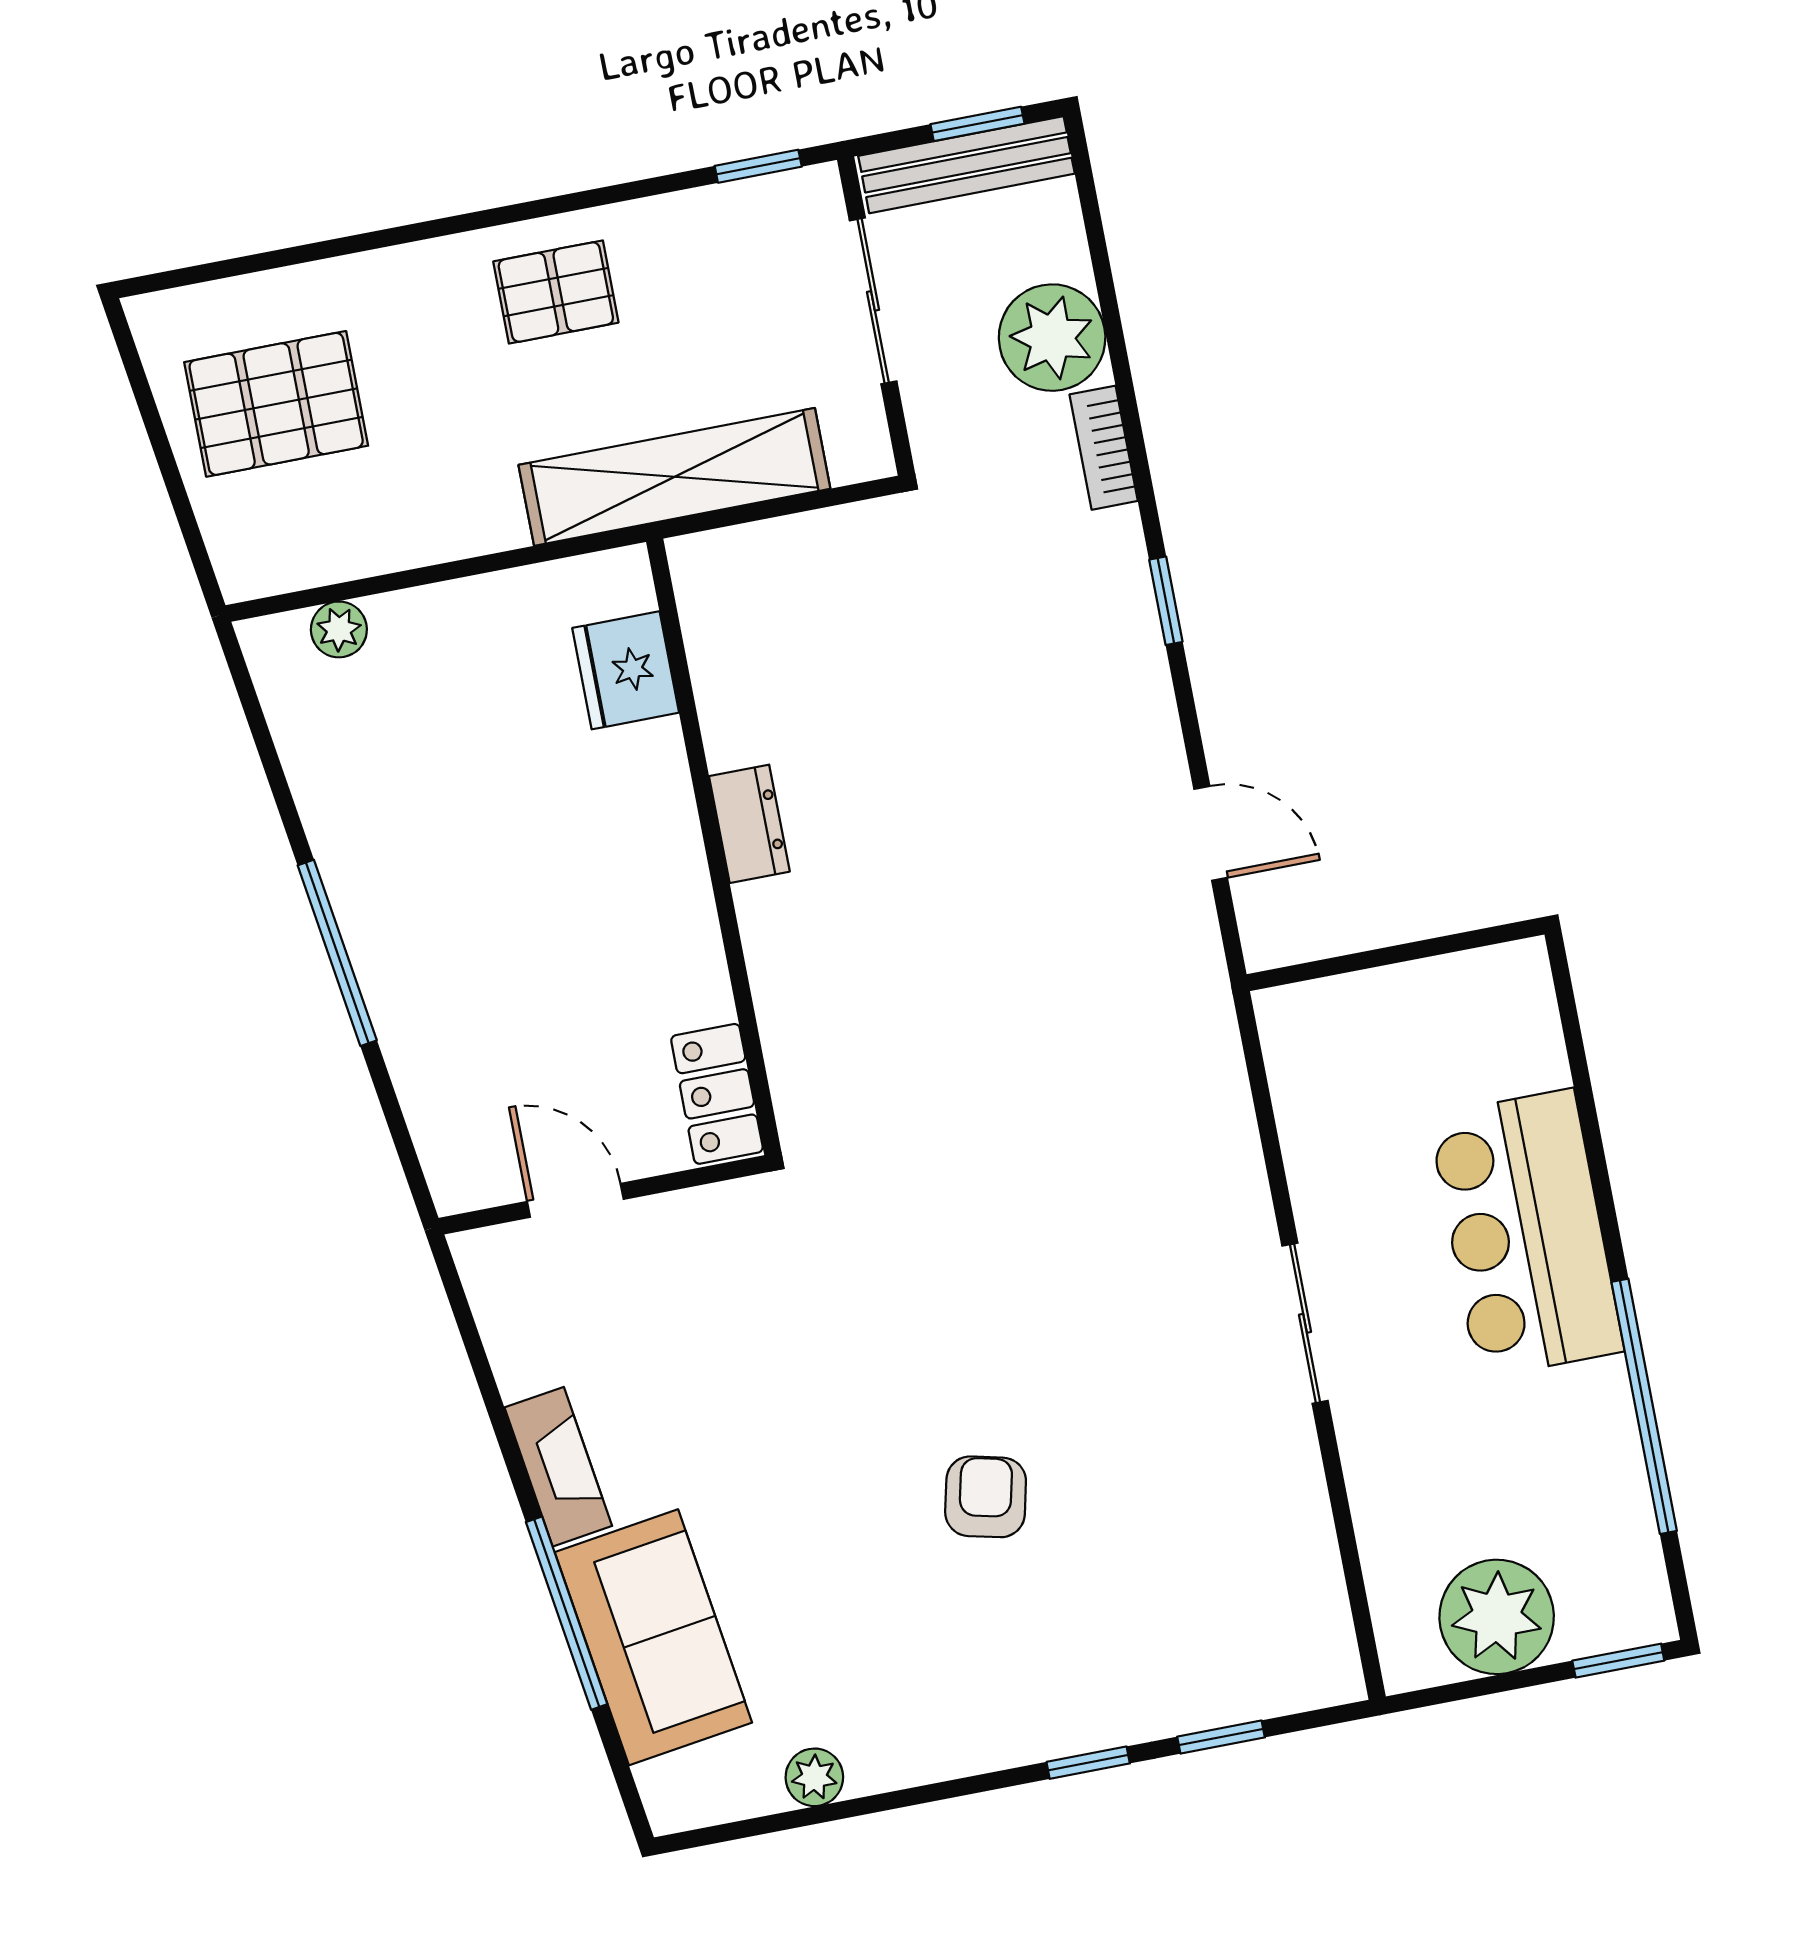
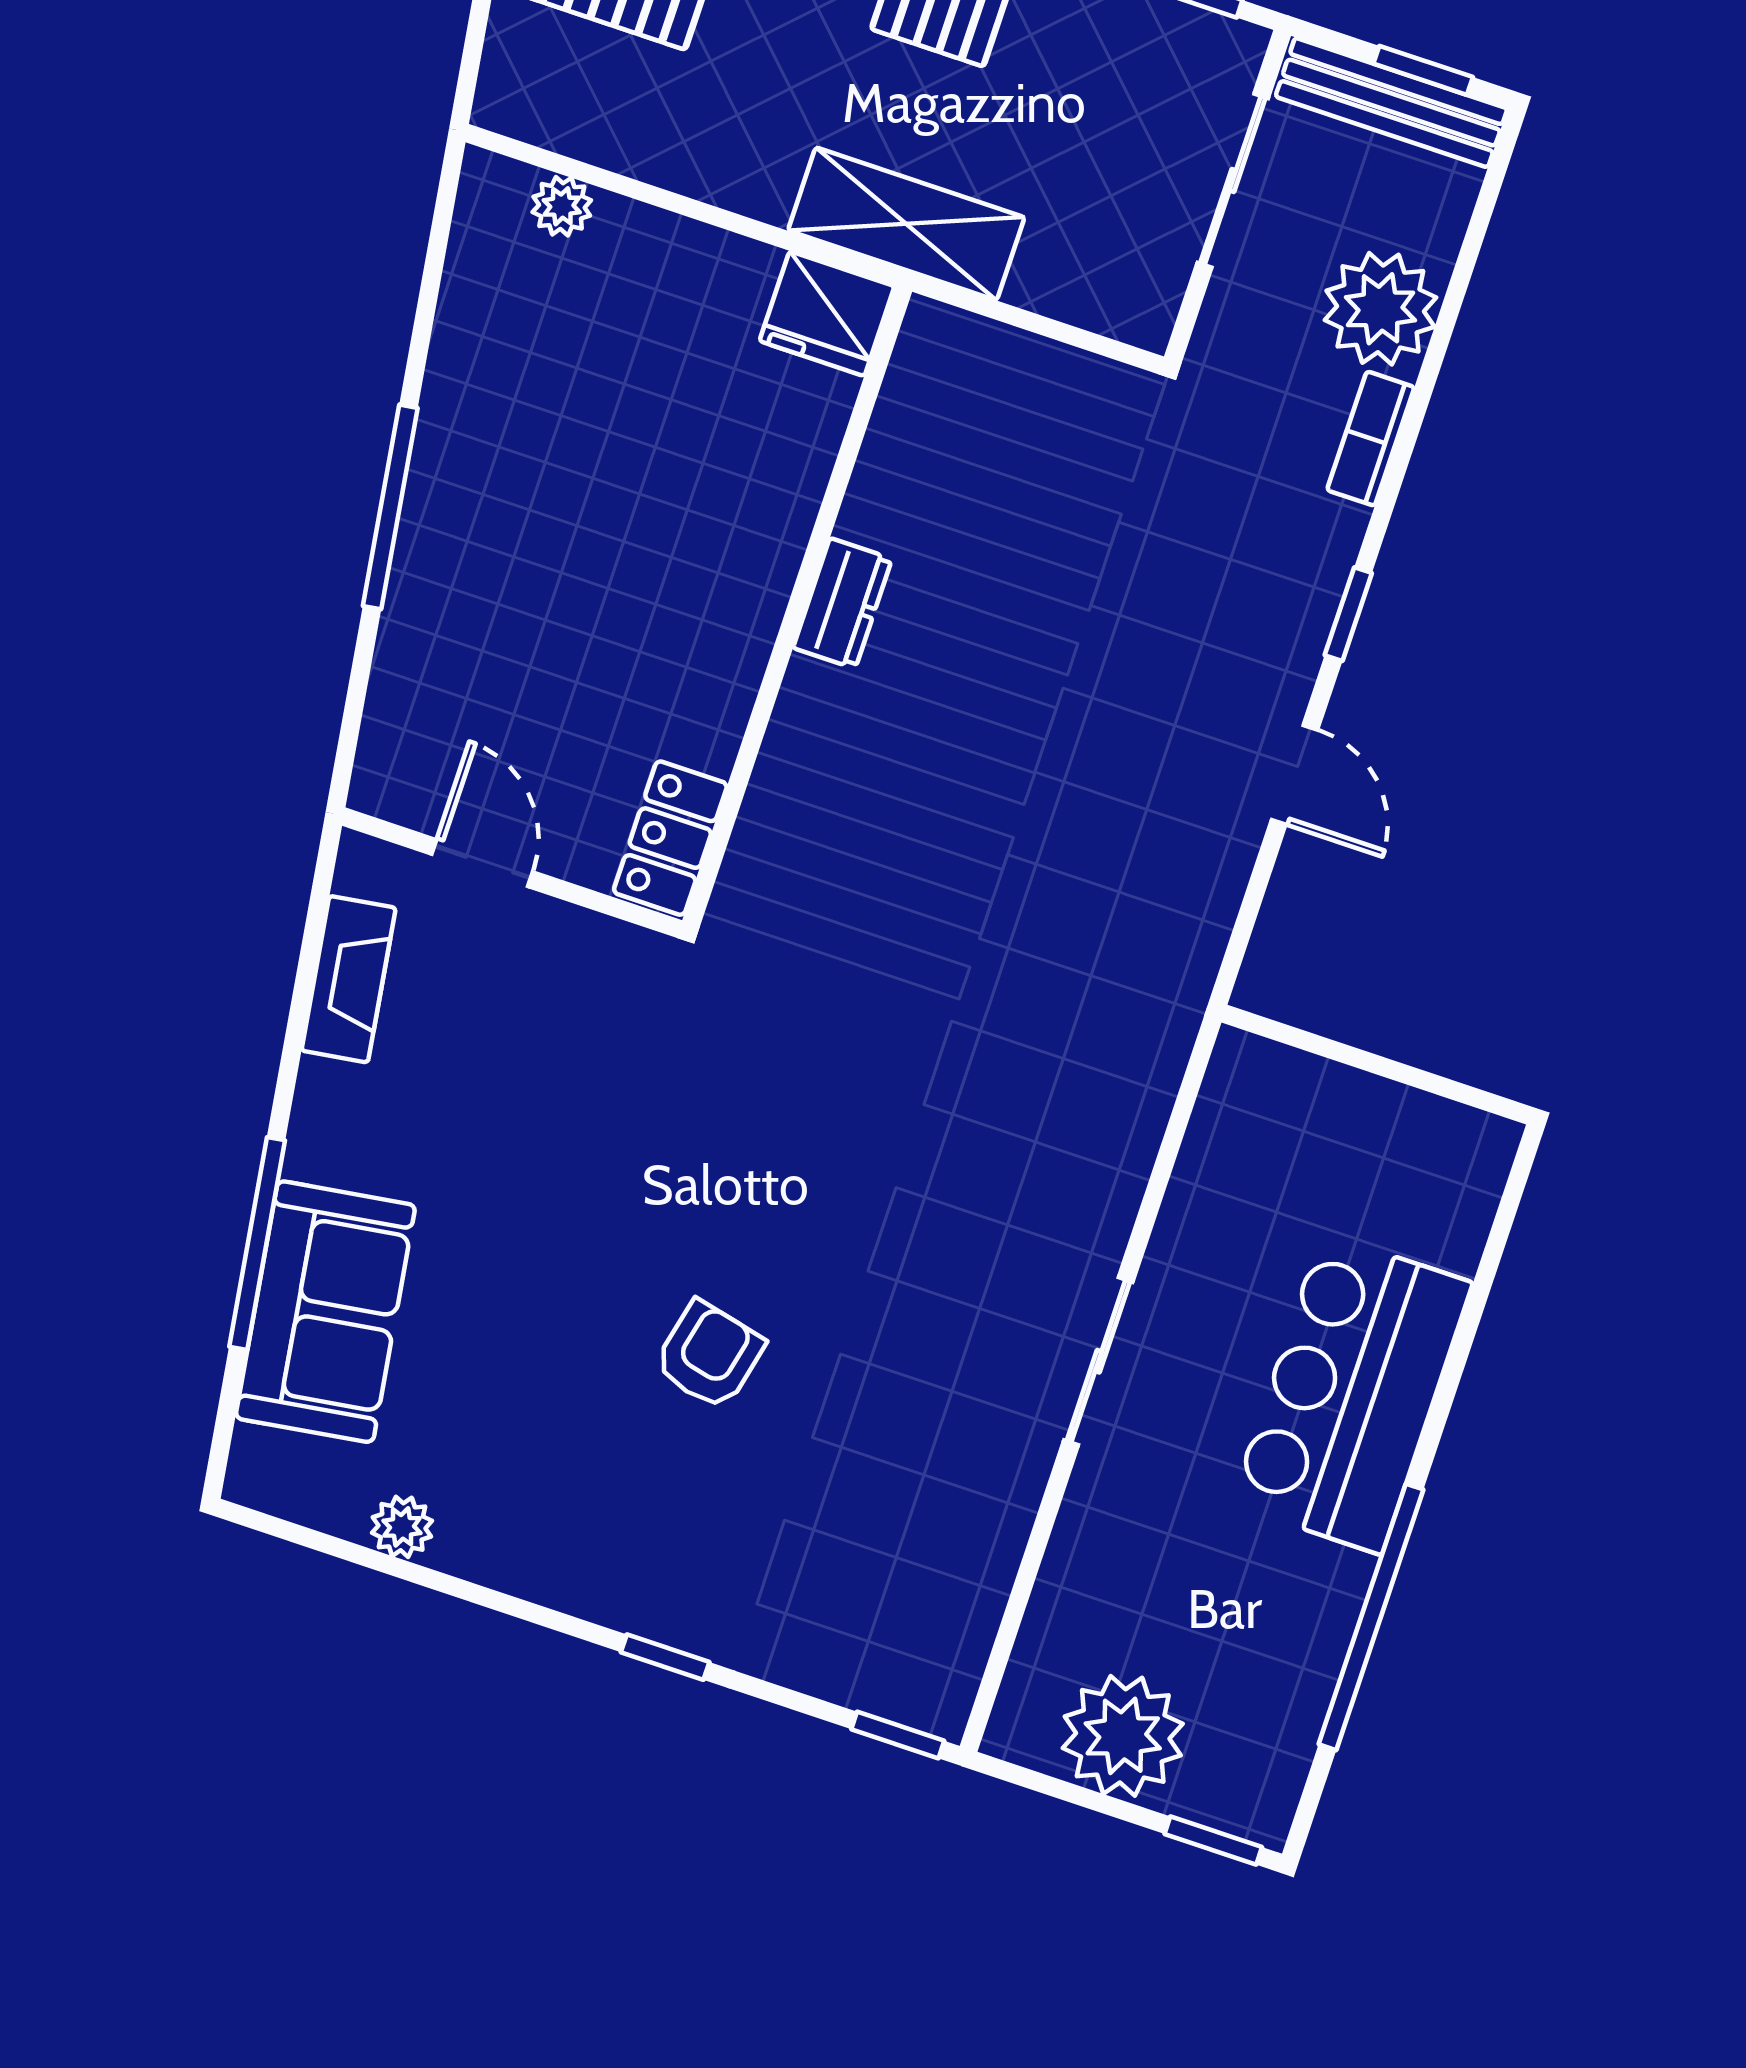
shelving: (674, 477) -> (906, 224), width x0.68
fridge: (626, 670) -> (827, 314), moved, turned -90
door: (1211, 833) -> (1295, 775), moved
fireplace: (558, 1467) -> (349, 979), moved
window: (1221, 1737) -> (898, 1735), moved

